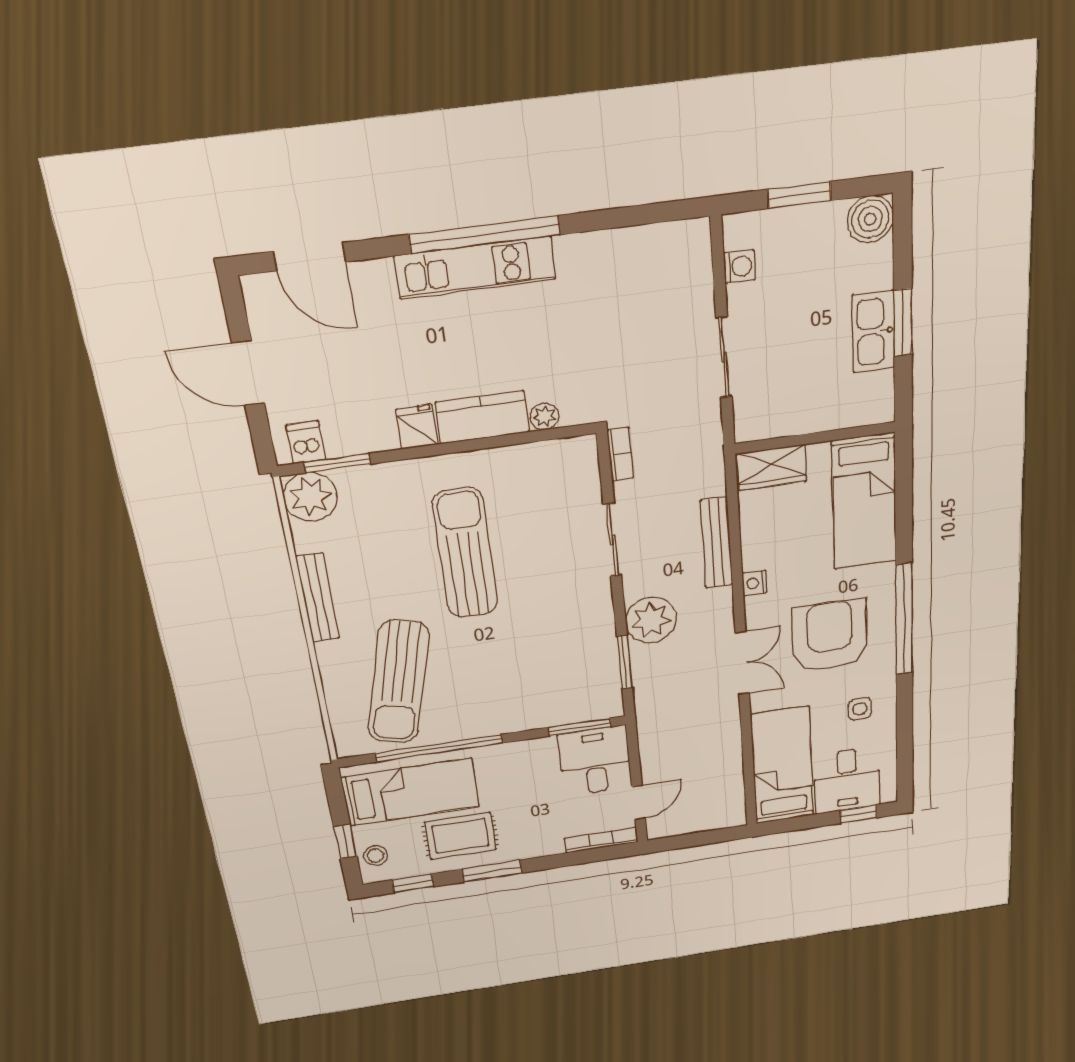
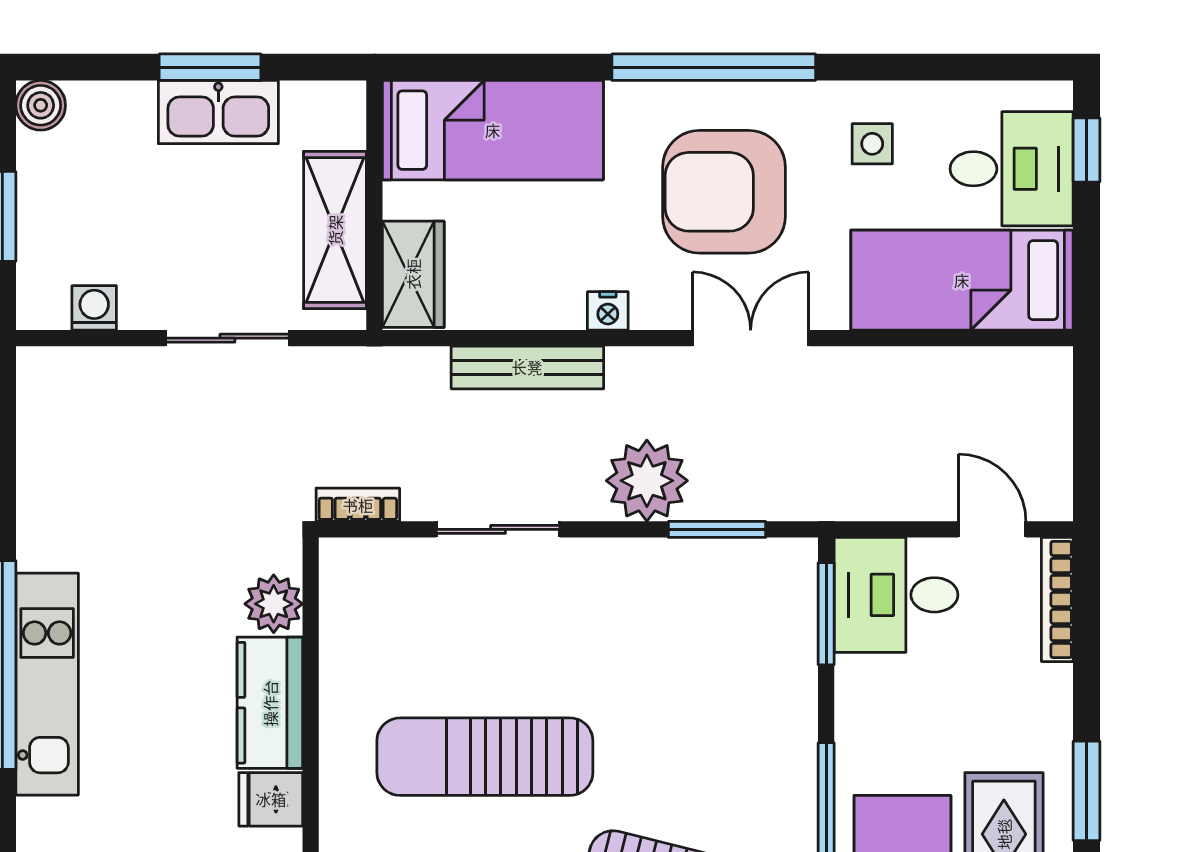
boiler: (870, 219) -> (41, 105), width x0.73, depth x0.73
shelving: (798, 416) -> (335, 230), added
plant: (544, 417) -> (274, 604), width x1.38, depth x1.38

